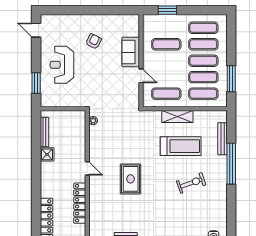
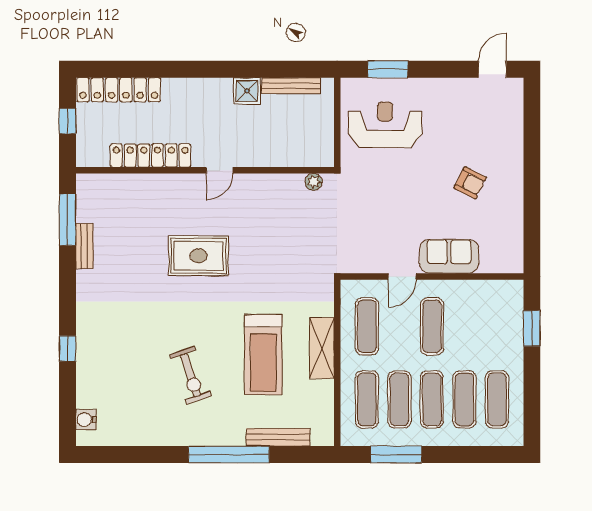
exercise mat: (166, 44) -> (432, 326), moved
reception desk: (62, 65) -> (385, 125), moved

